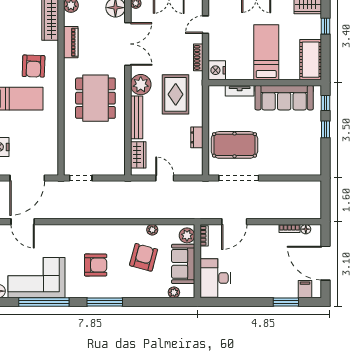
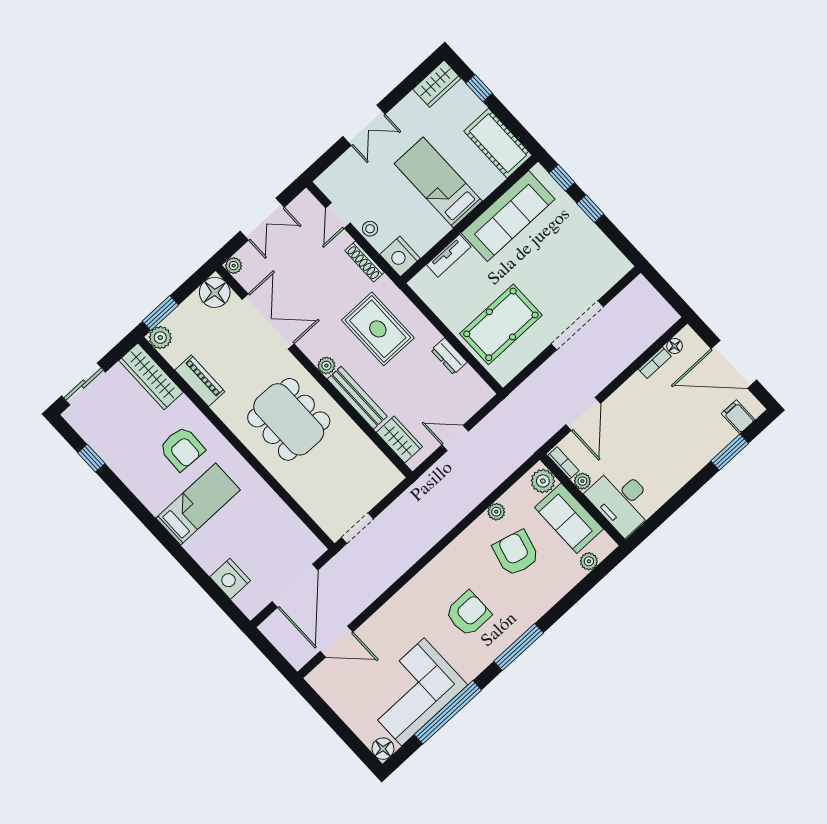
stool: (215, 45) -> (370, 229), added
plant: (141, 85) -> (326, 366), width x0.53, depth x0.53
doorway: (239, 178) -> (577, 325), moved
plant: (205, 252) -> (582, 481), added

